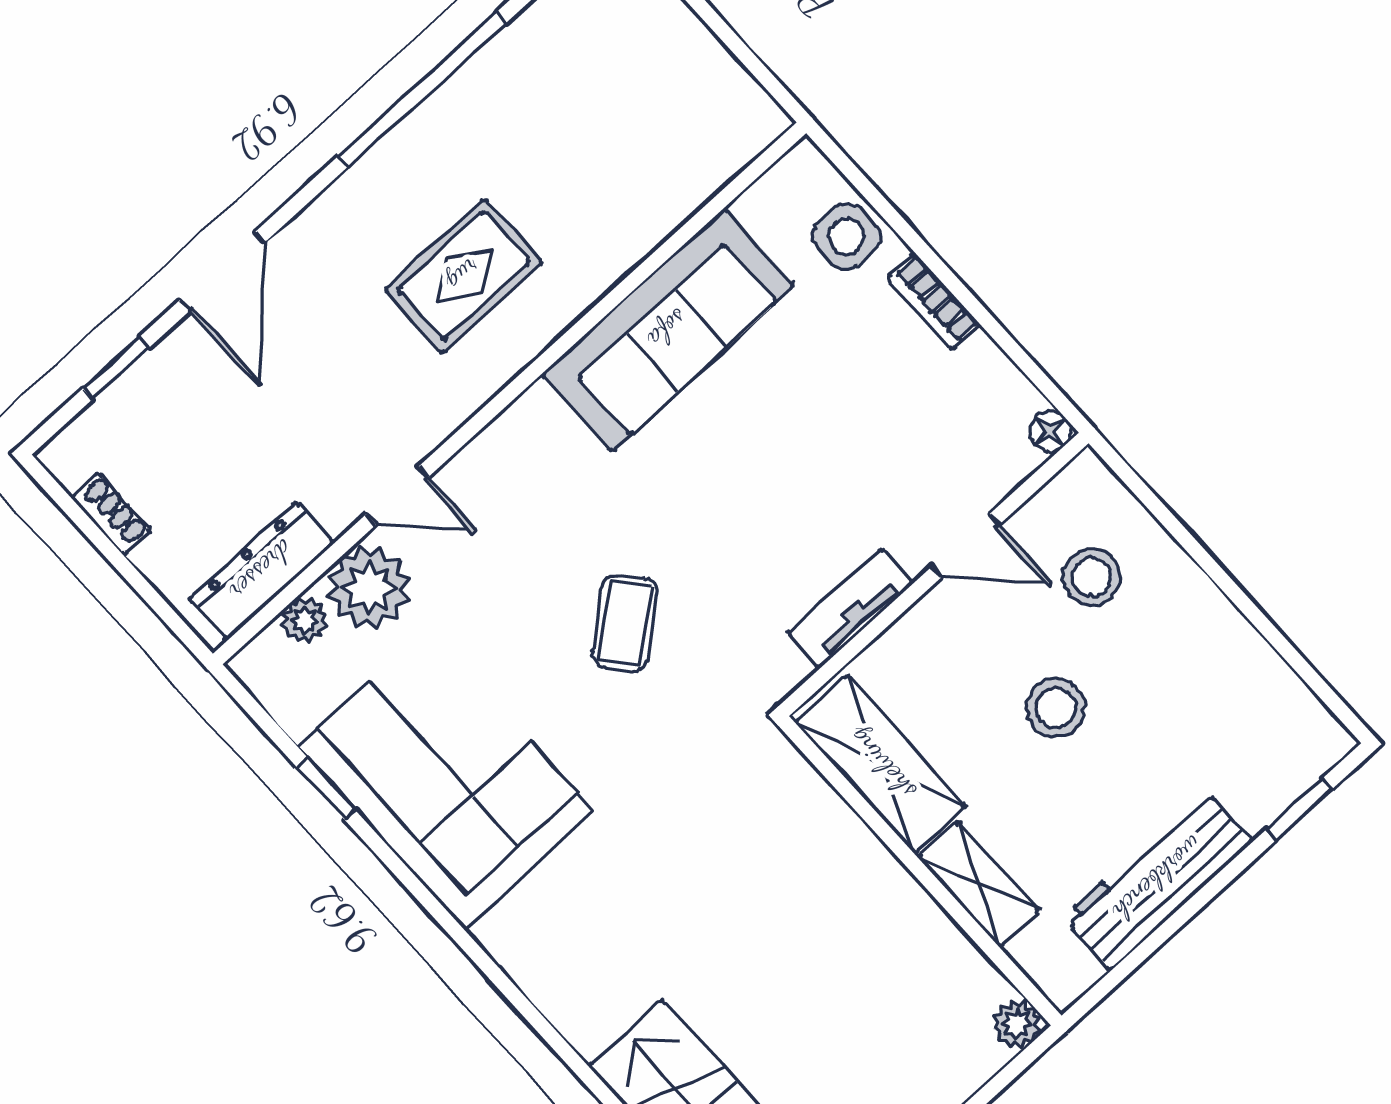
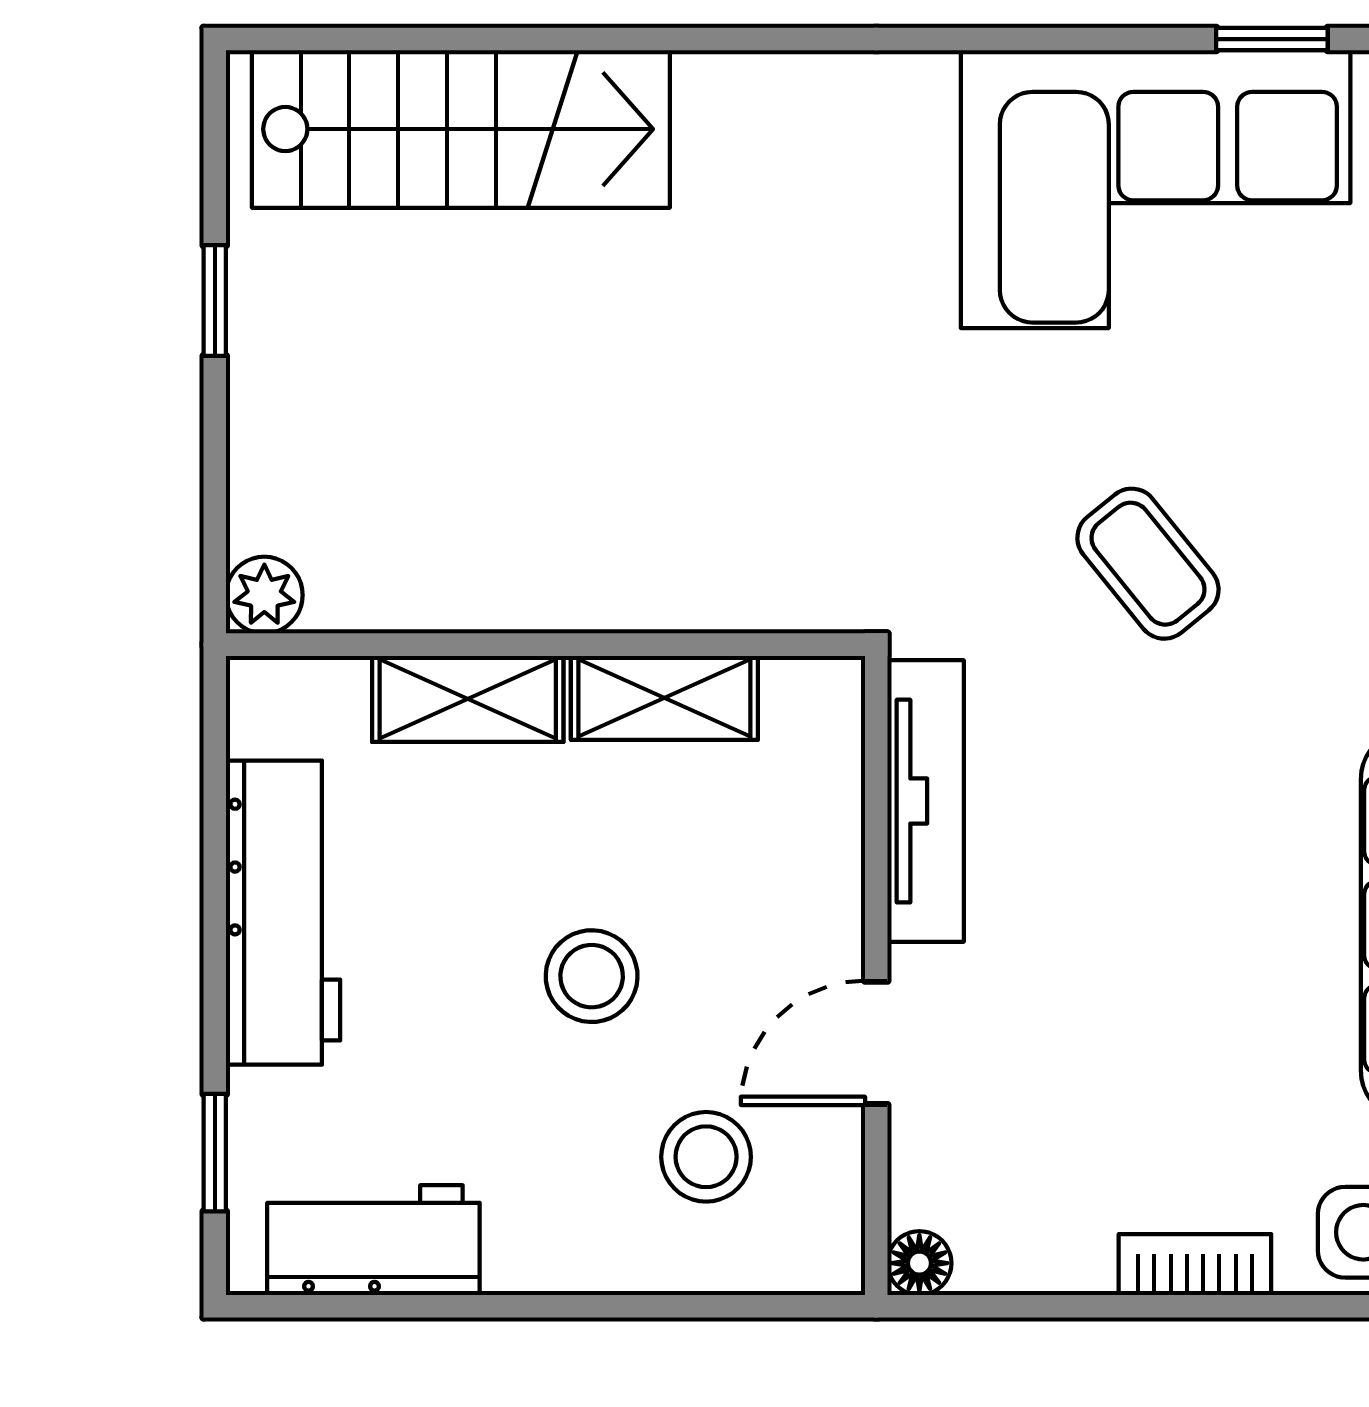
tv unit: (850, 608) -> (926, 801), width x1.41
workbench: (1273, 697) -> (373, 1240), added
shelving: (881, 764) -> (664, 698), width x0.67, depth x0.75

